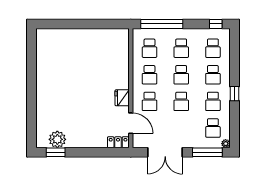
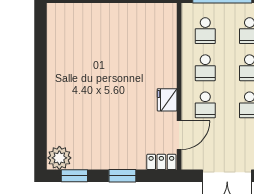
door: (131, 123) -> (179, 135), hinge flipped
plant: (57, 139) -> (59, 158), moved
window: (90, 152) -> (122, 176), added

